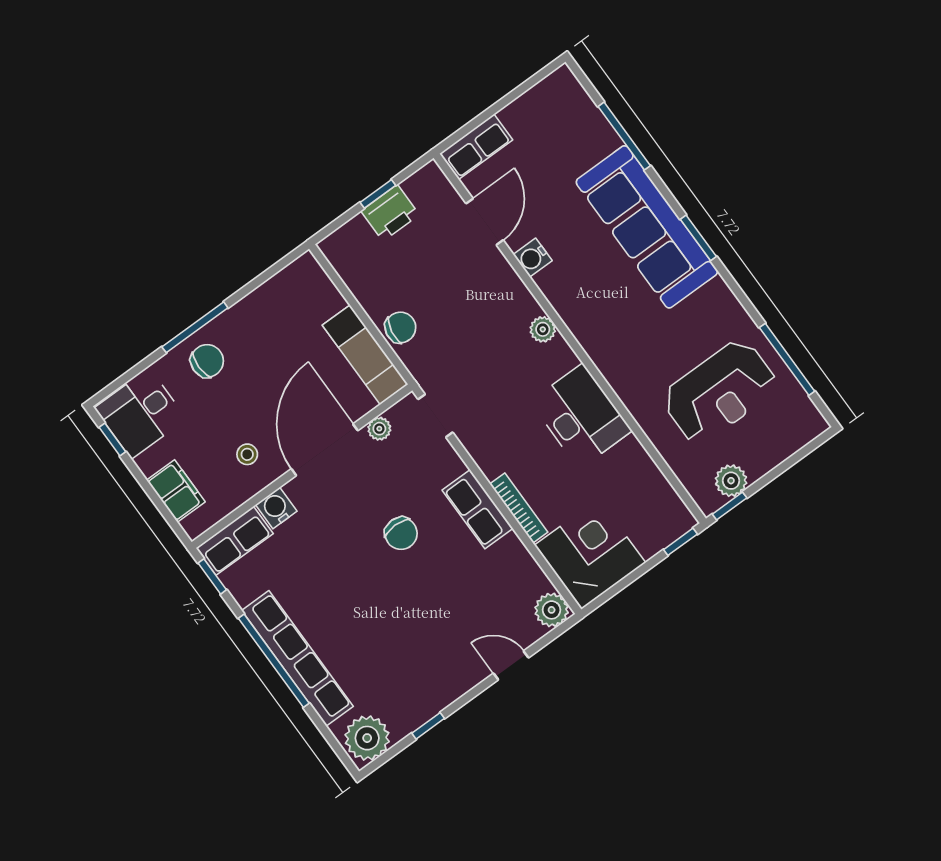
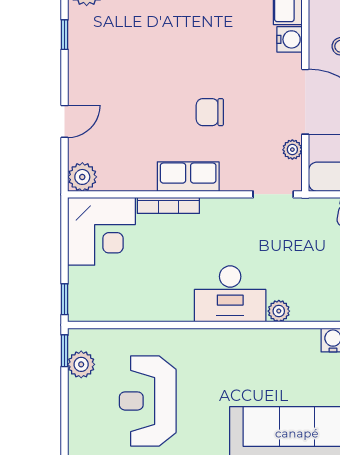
desk: (581, 416) -> (230, 294), moved

